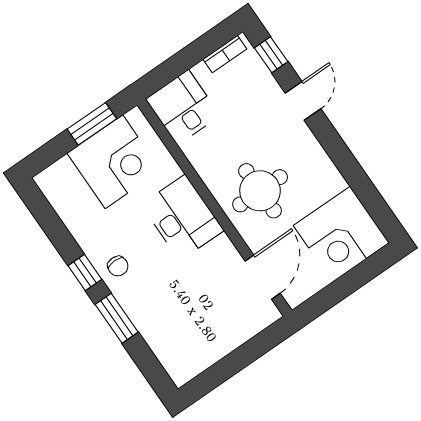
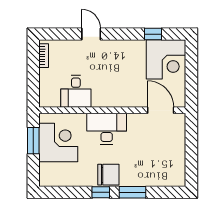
window: (271, 55) -> (153, 34), moved
desk: (183, 107) -> (76, 91), moved, turned -90
round table: (260, 191) -> (119, 83), removed
chair: (118, 266) -> (108, 175), width x1.87, depth x1.87

